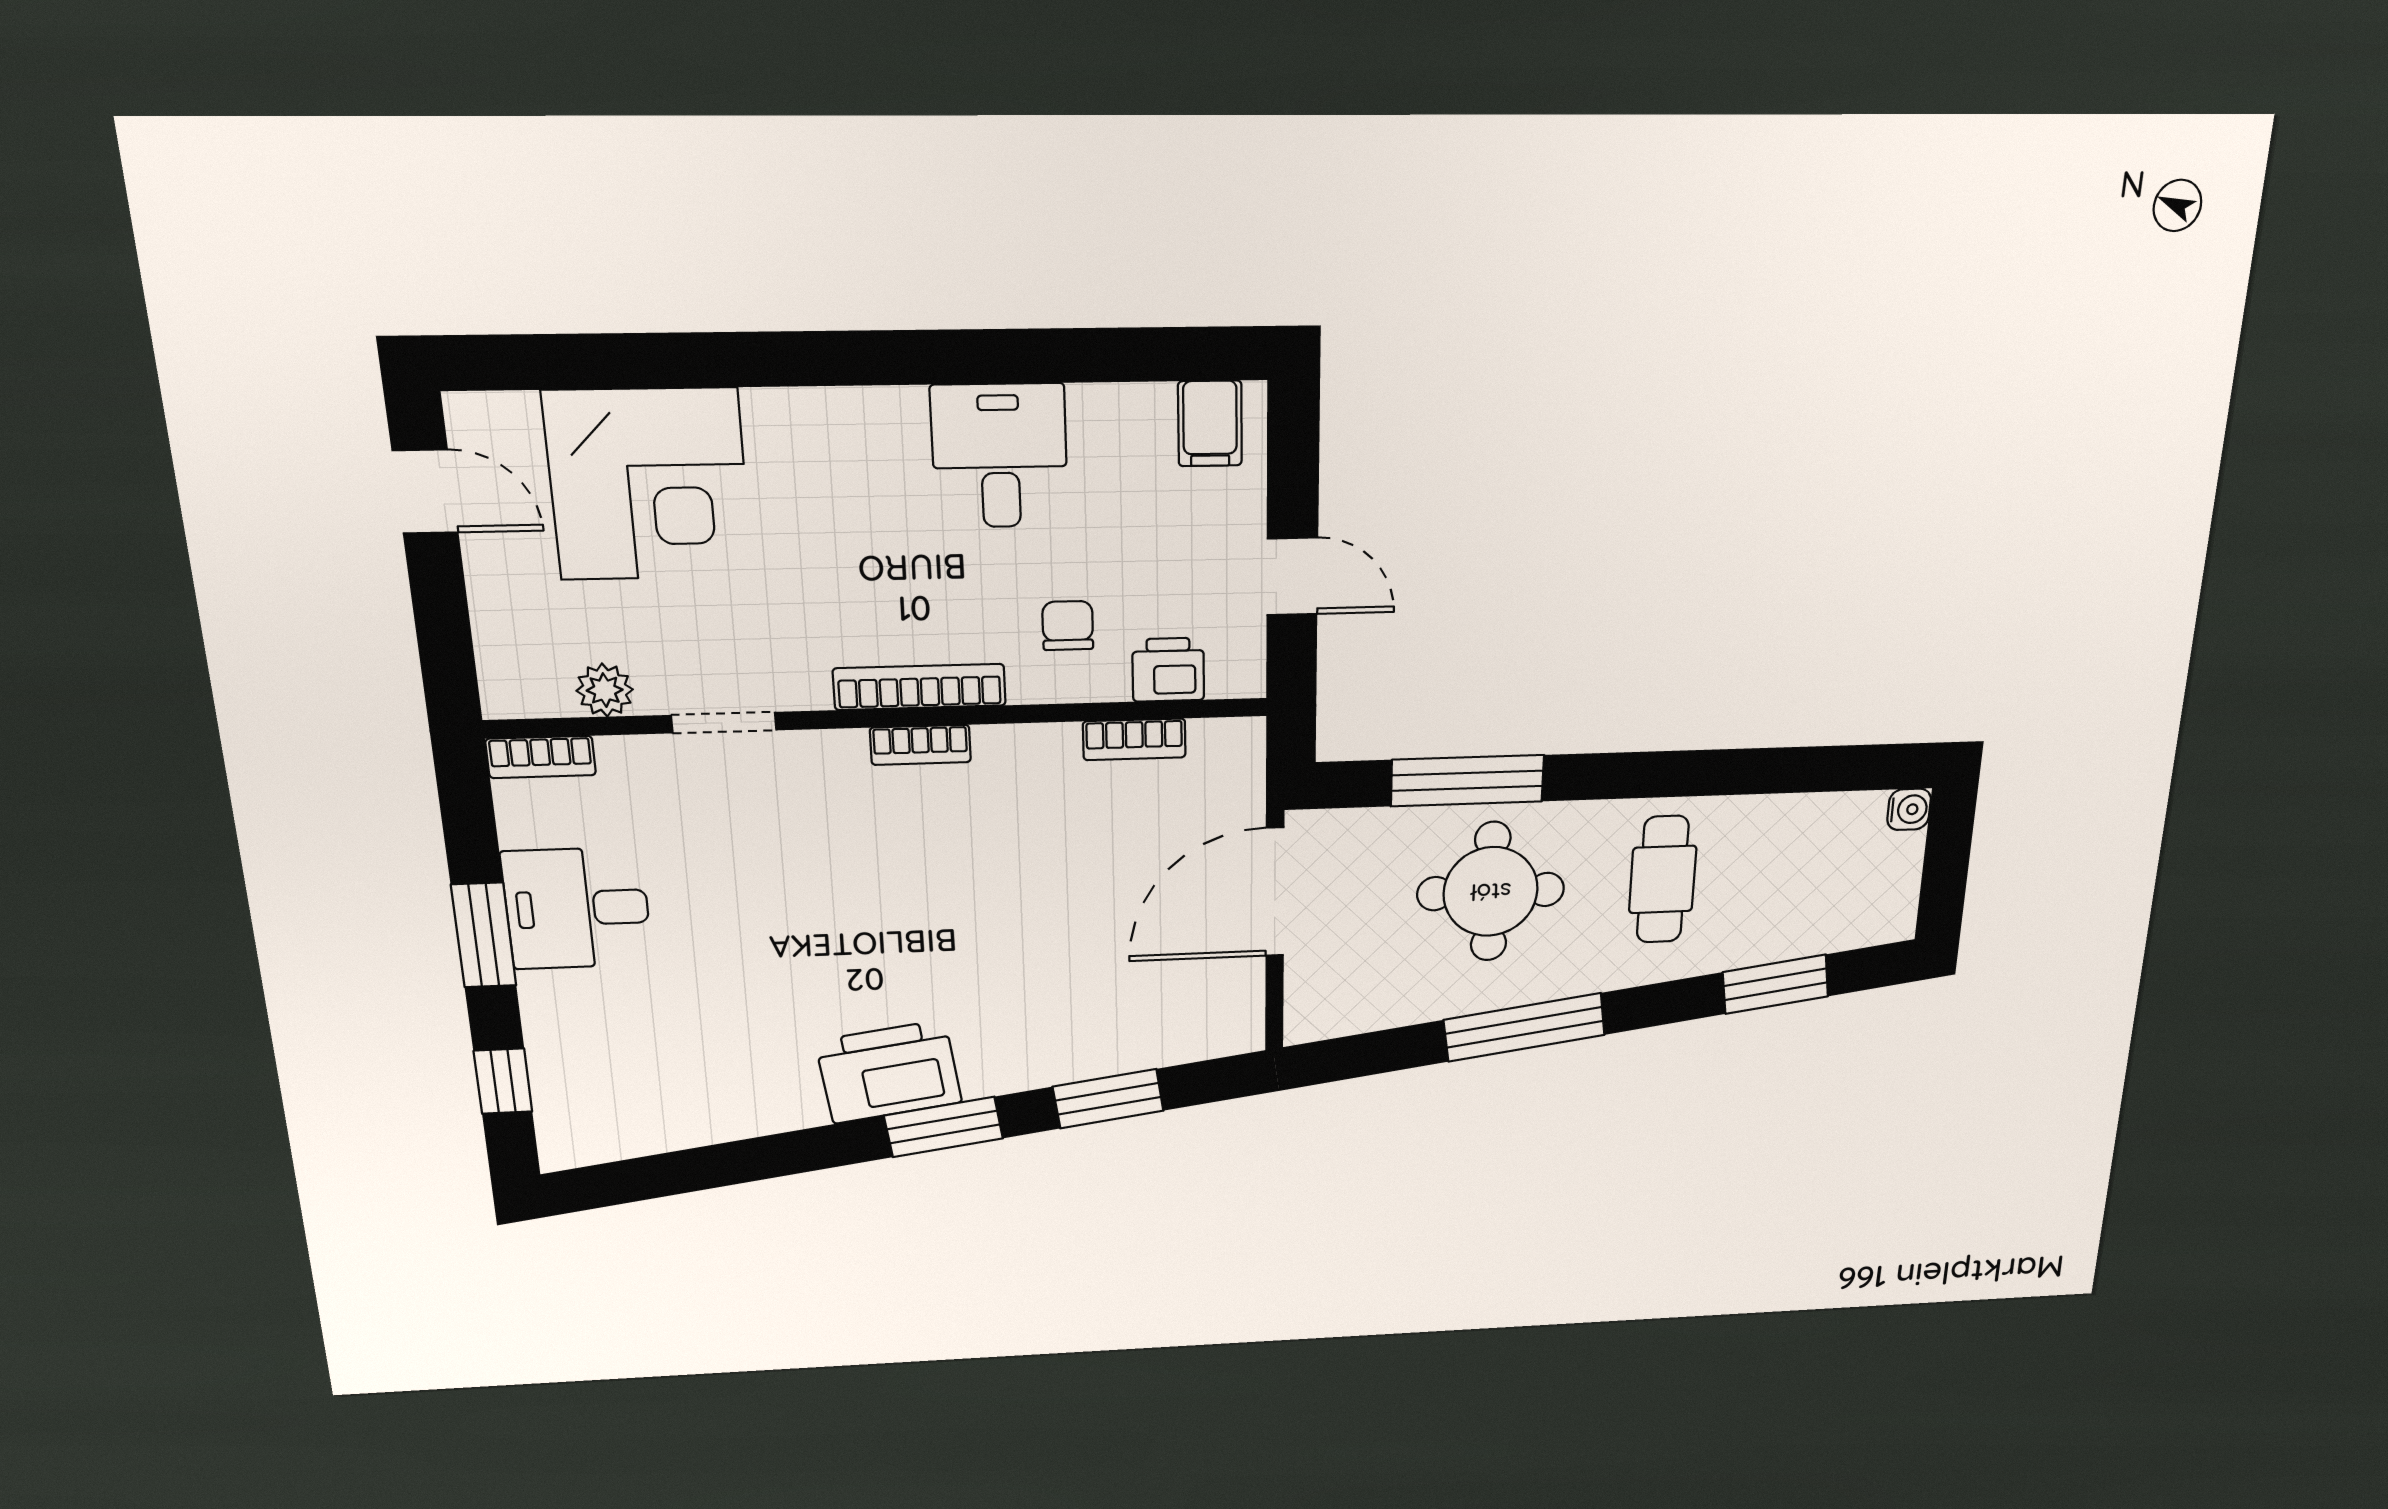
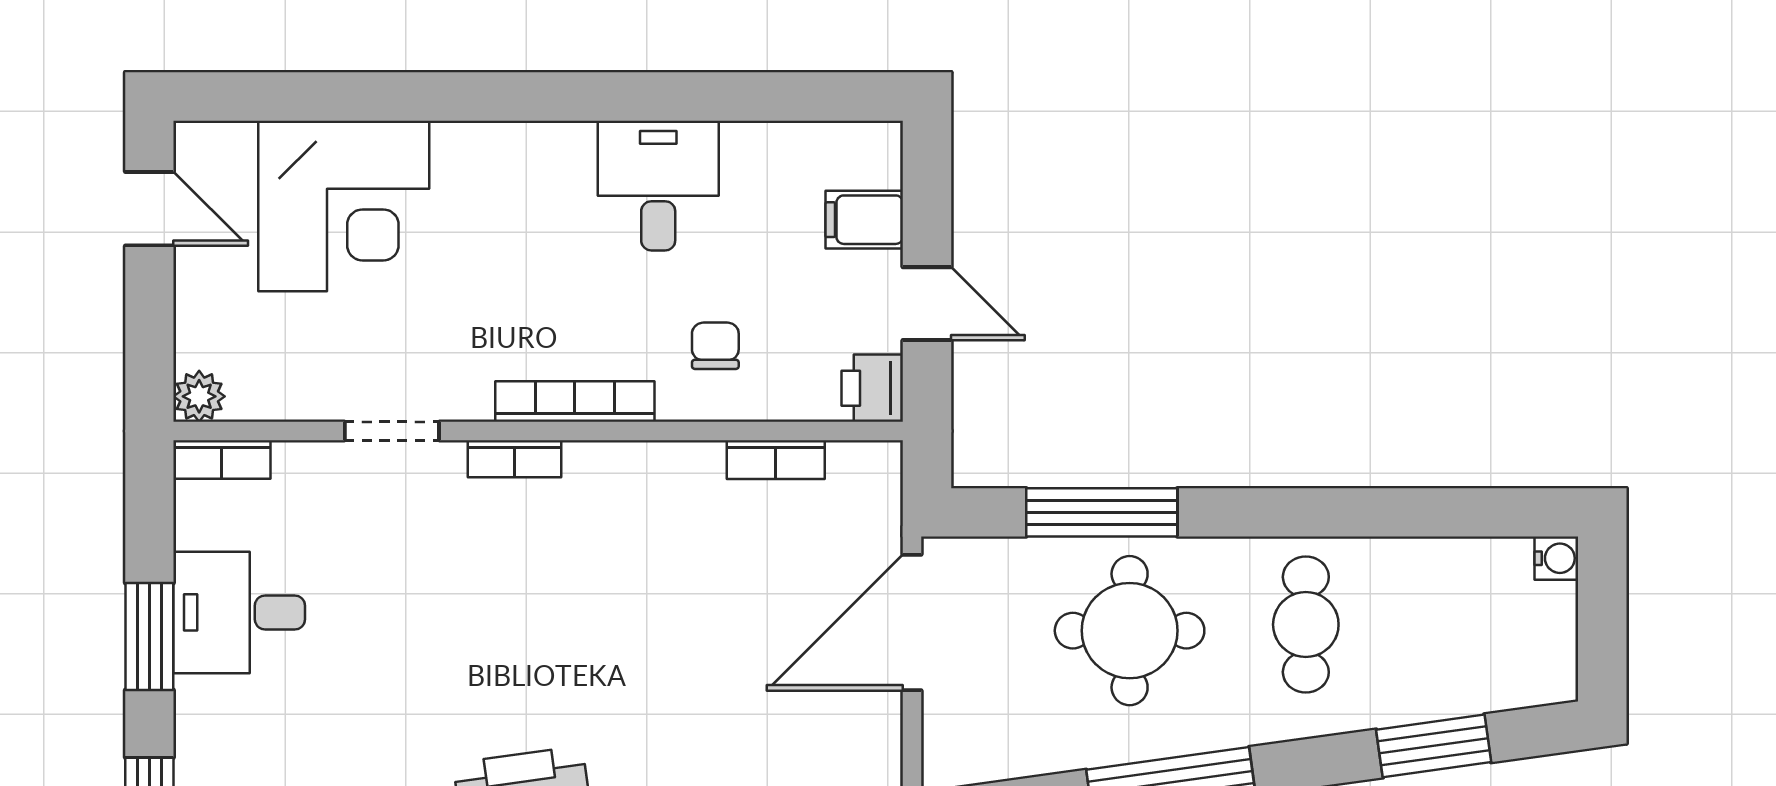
filing cabinet: (1210, 424) -> (864, 220), moved, turned 90
printer: (1168, 670) -> (872, 388), moved, turned -90
plant: (605, 690) -> (199, 396), moved
bookcase: (920, 745) -> (514, 459), moved

